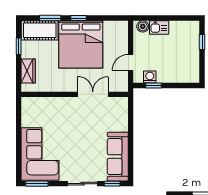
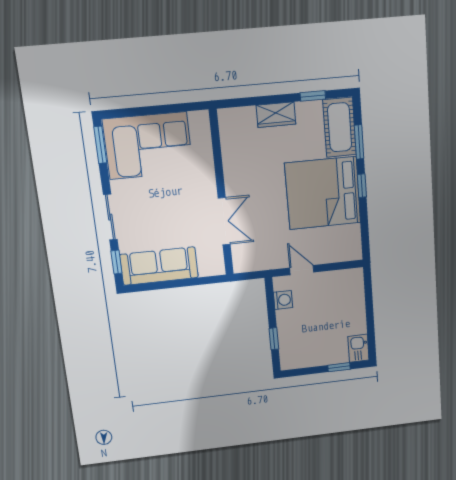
boiler: (143, 26) -> (356, 282), removed
kitchen sink: (159, 27) -> (358, 348), moved
window: (153, 86) -> (274, 339), moved
wall: (75, 94) -> (221, 194), moved
double door: (93, 94) -> (224, 221), moved

